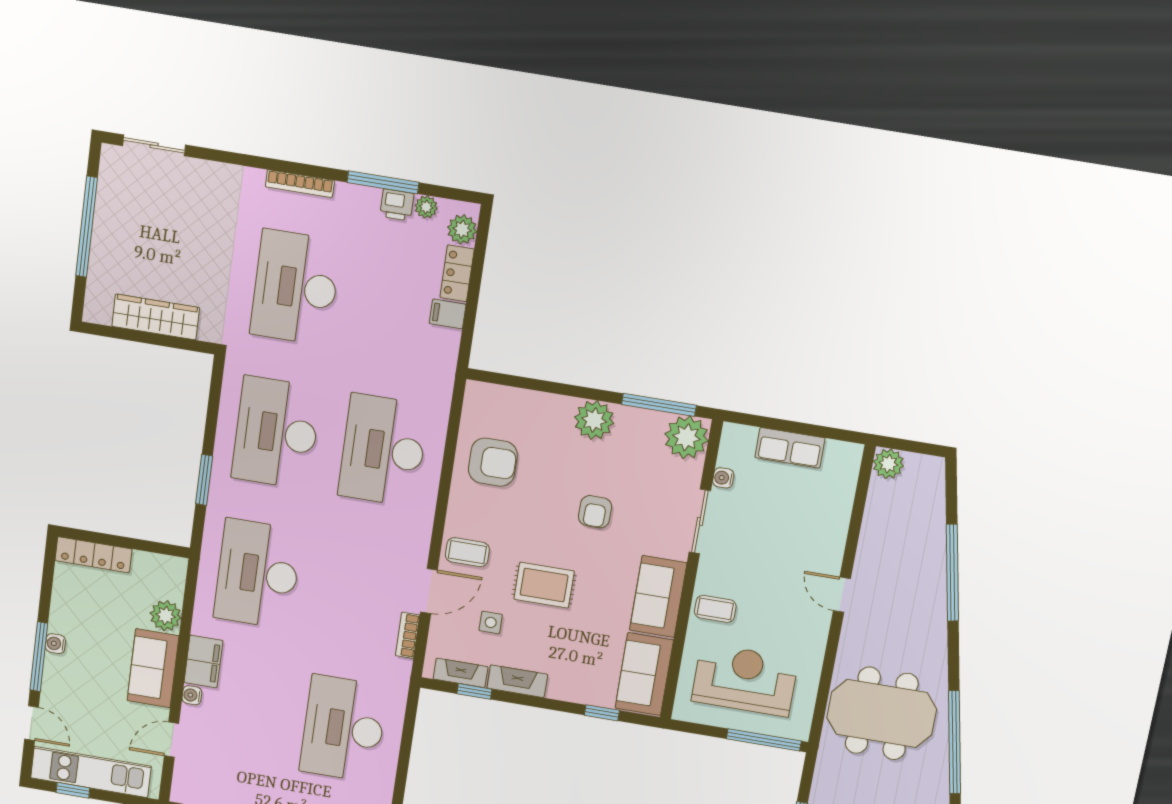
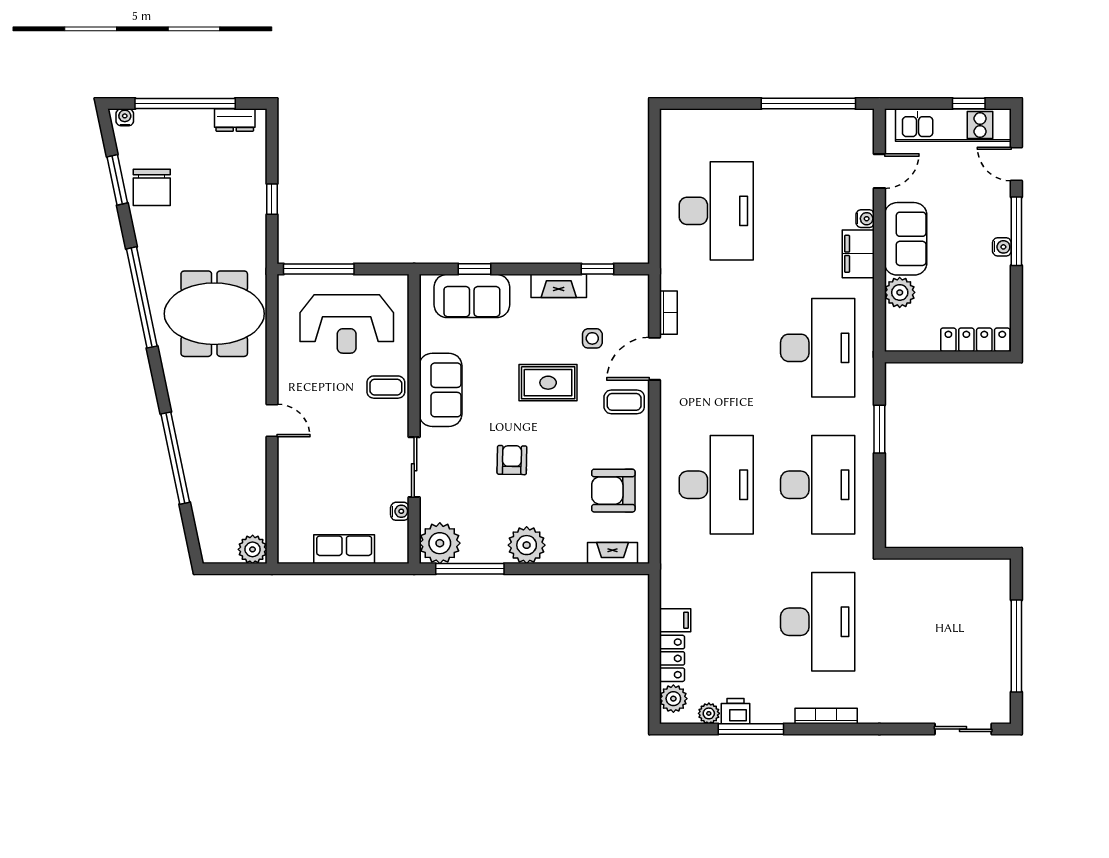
wardrobe: (156, 317) -> (943, 574), removed
fireplace: (461, 673) -> (613, 553), moved, turned 180
sofa: (644, 674) -> (472, 296), moved, turned 90

